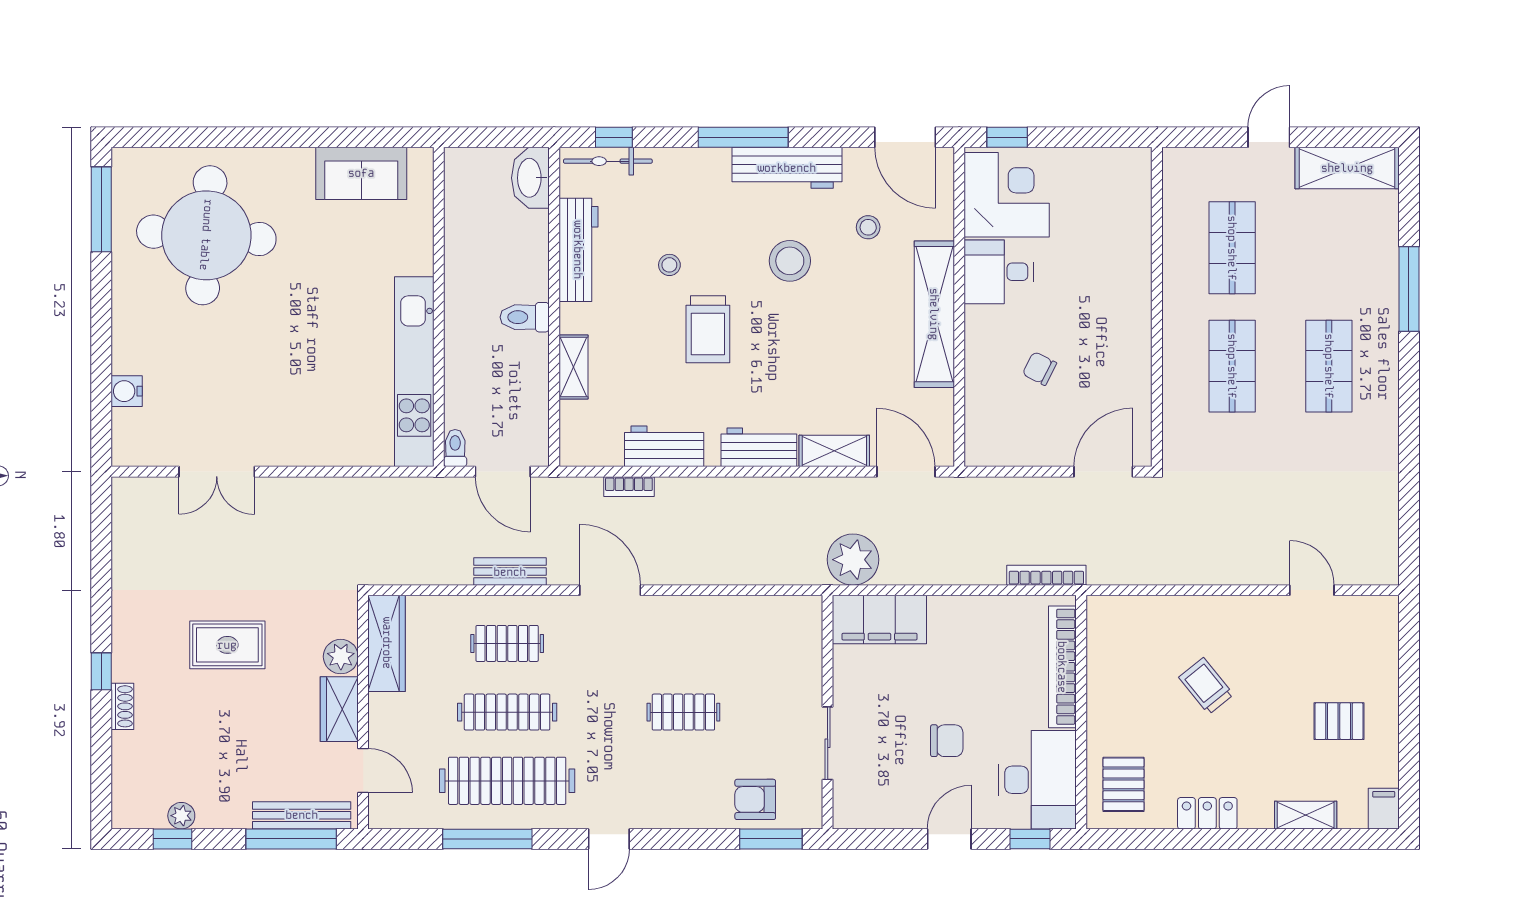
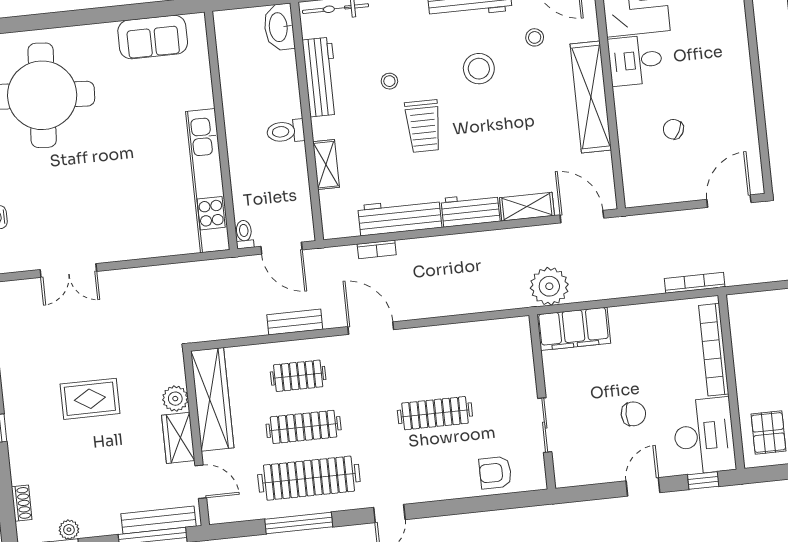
workbench: (664, 446) -> (400, 217), width x1.37
wardrobe: (387, 643) -> (212, 399), width x1.40, depth x1.17
shoe rack: (122, 706) -> (22, 503), moved
clothes rail: (683, 712) -> (435, 413), width x1.36
window: (771, 839) -> (510, 501), removed

